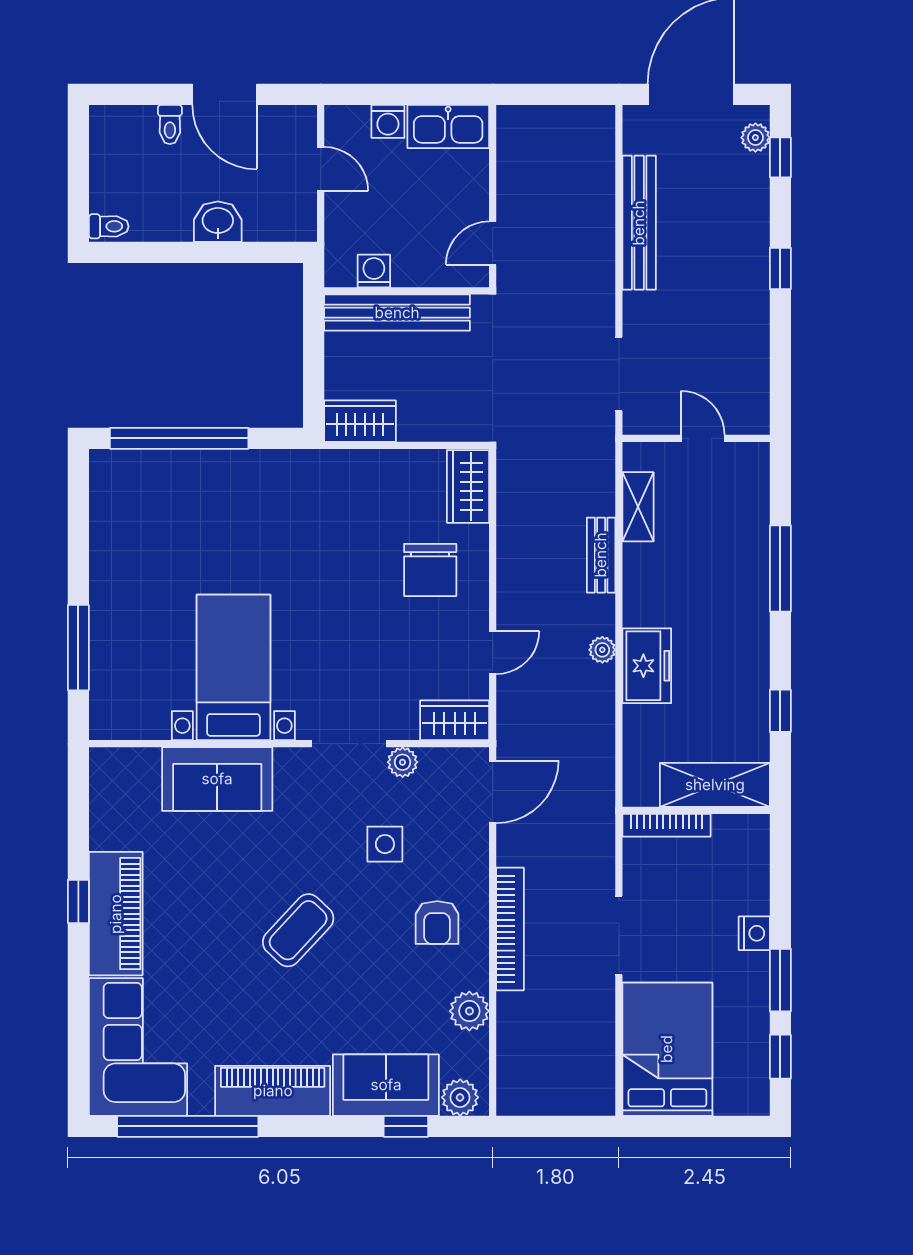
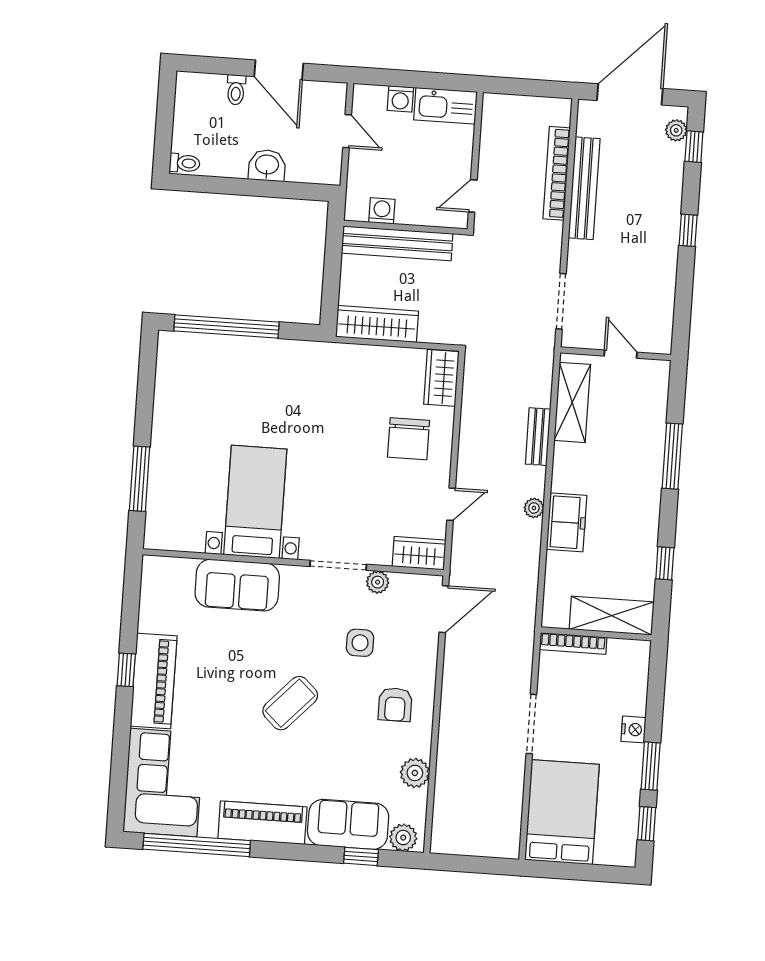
wardrobe: (360, 421) -> (377, 324), width x1.50
shelving: (638, 507) -> (572, 402), width x1.50, depth x1.33
bookcase: (510, 929) -> (557, 173), moved, turned 180

